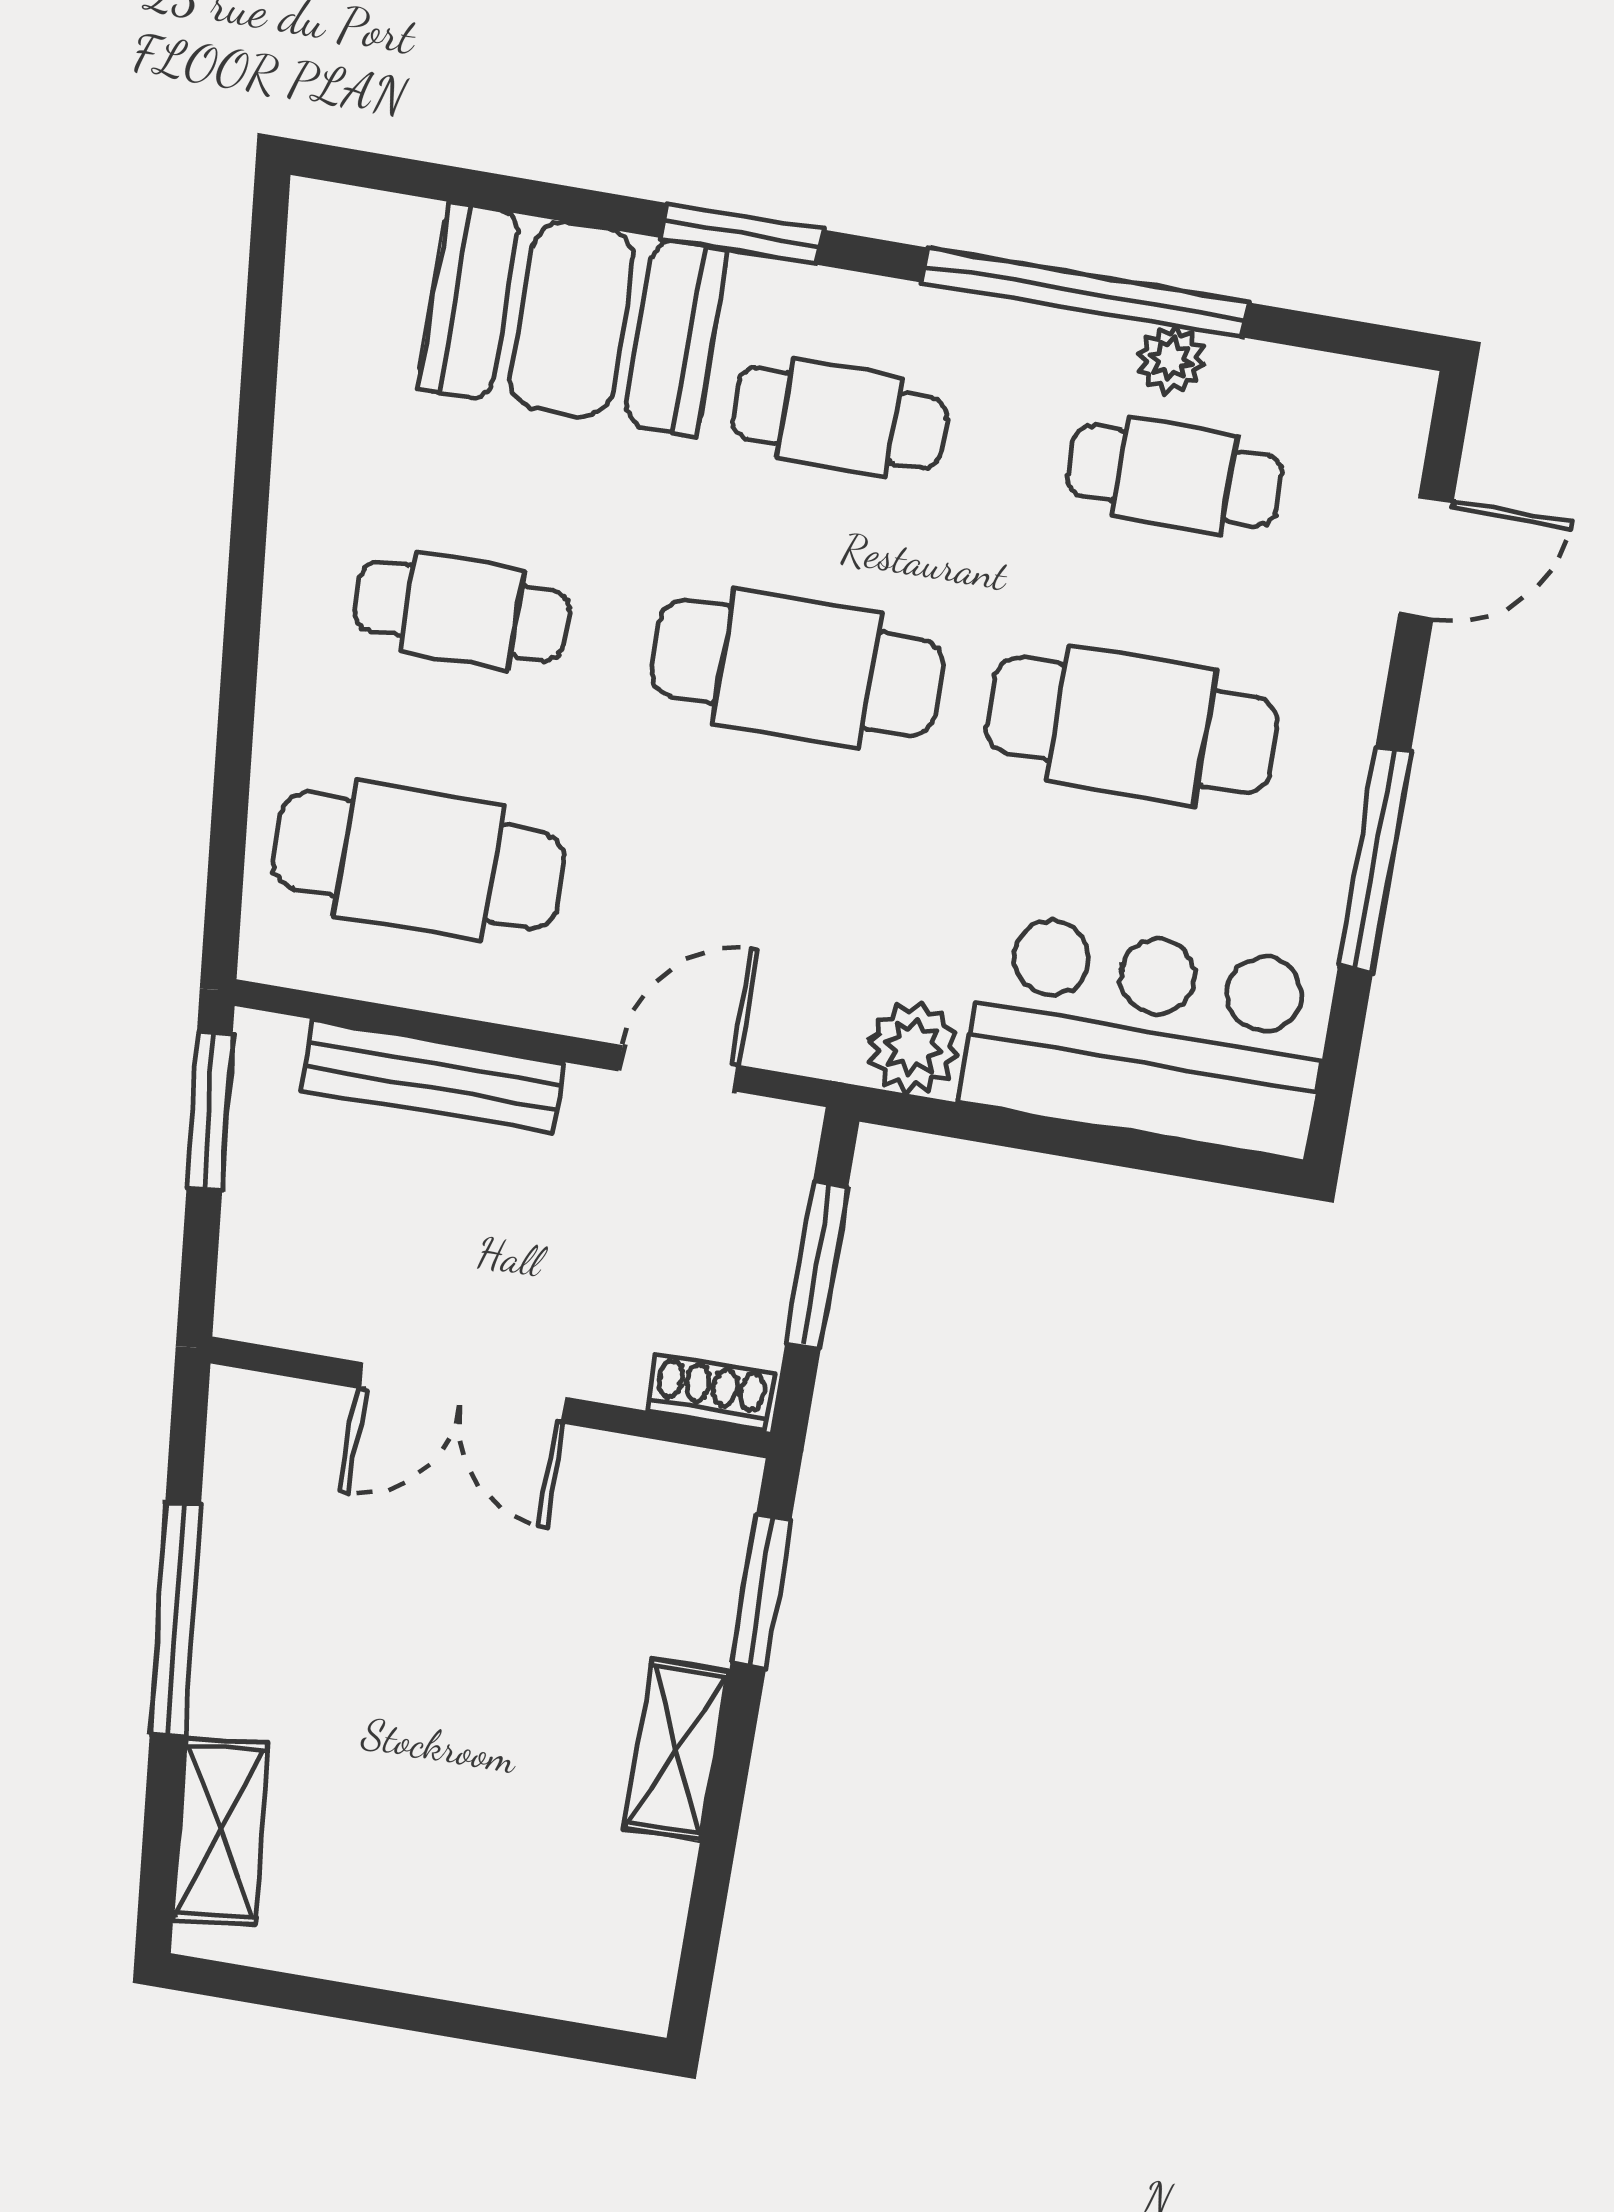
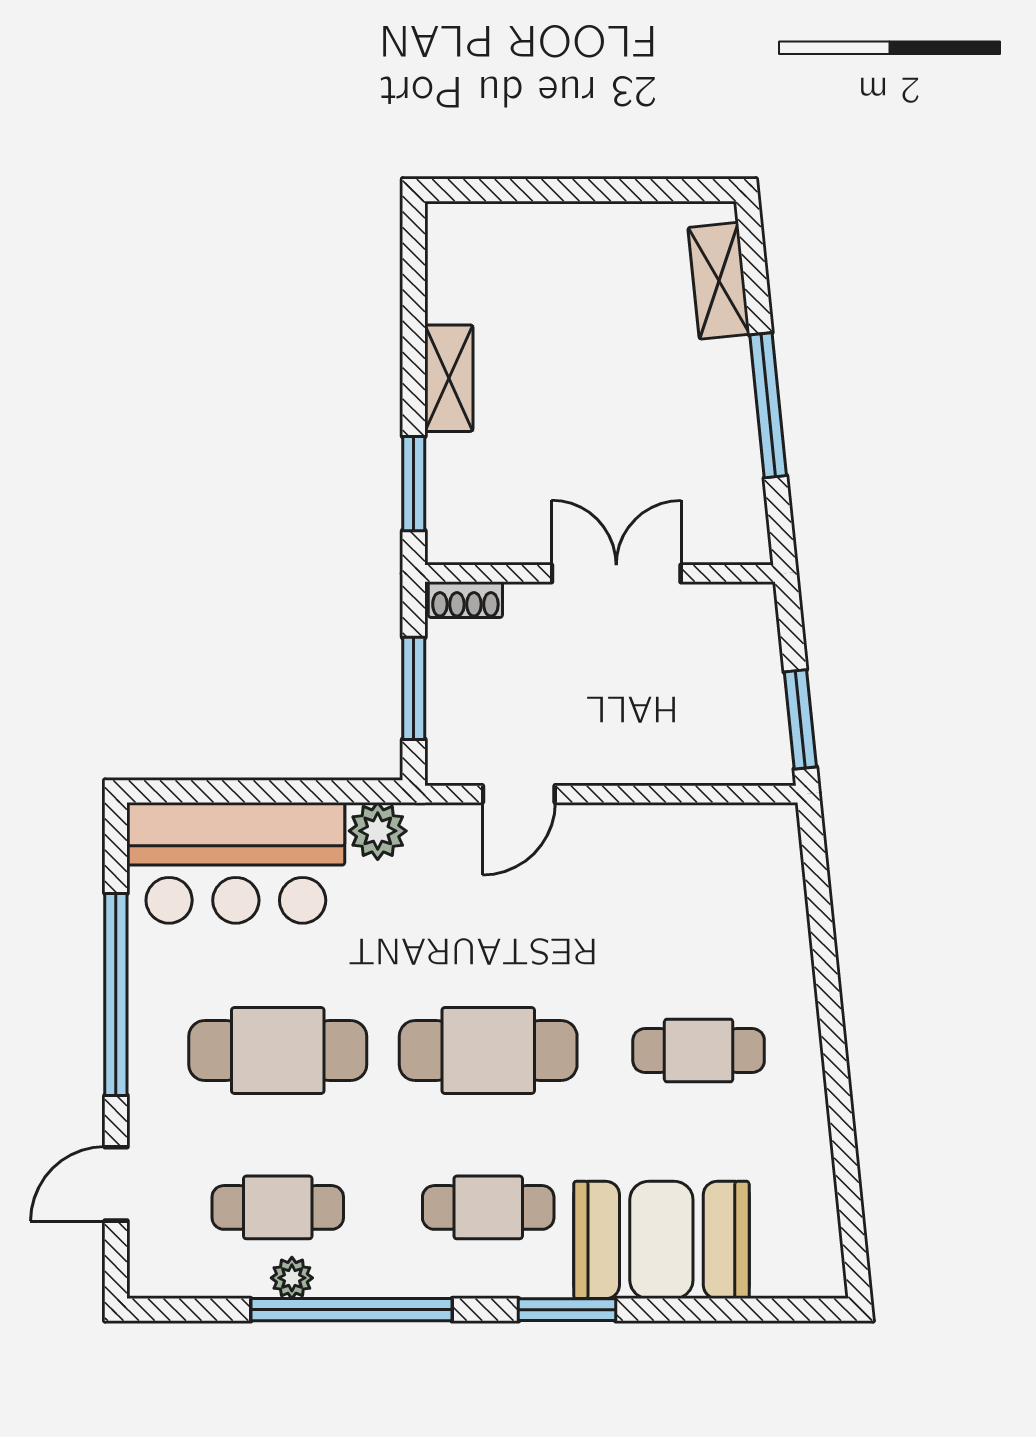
window: (1374, 859) -> (116, 994), width x1.46
cafe table: (419, 861) -> (699, 894), removed
bench: (433, 1076) -> (668, 764), removed

